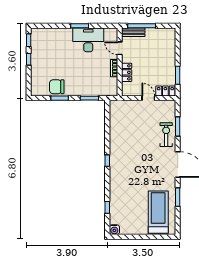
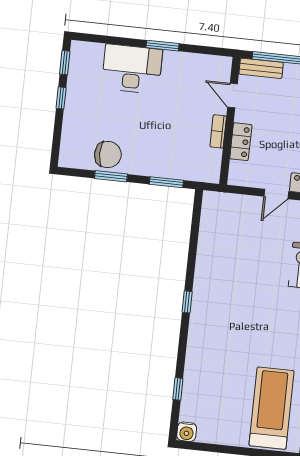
desk: (88, 40) -> (132, 69), moved
chair: (57, 87) -> (108, 154), turned 180
door: (148, 98) -> (276, 194), swing flipped

